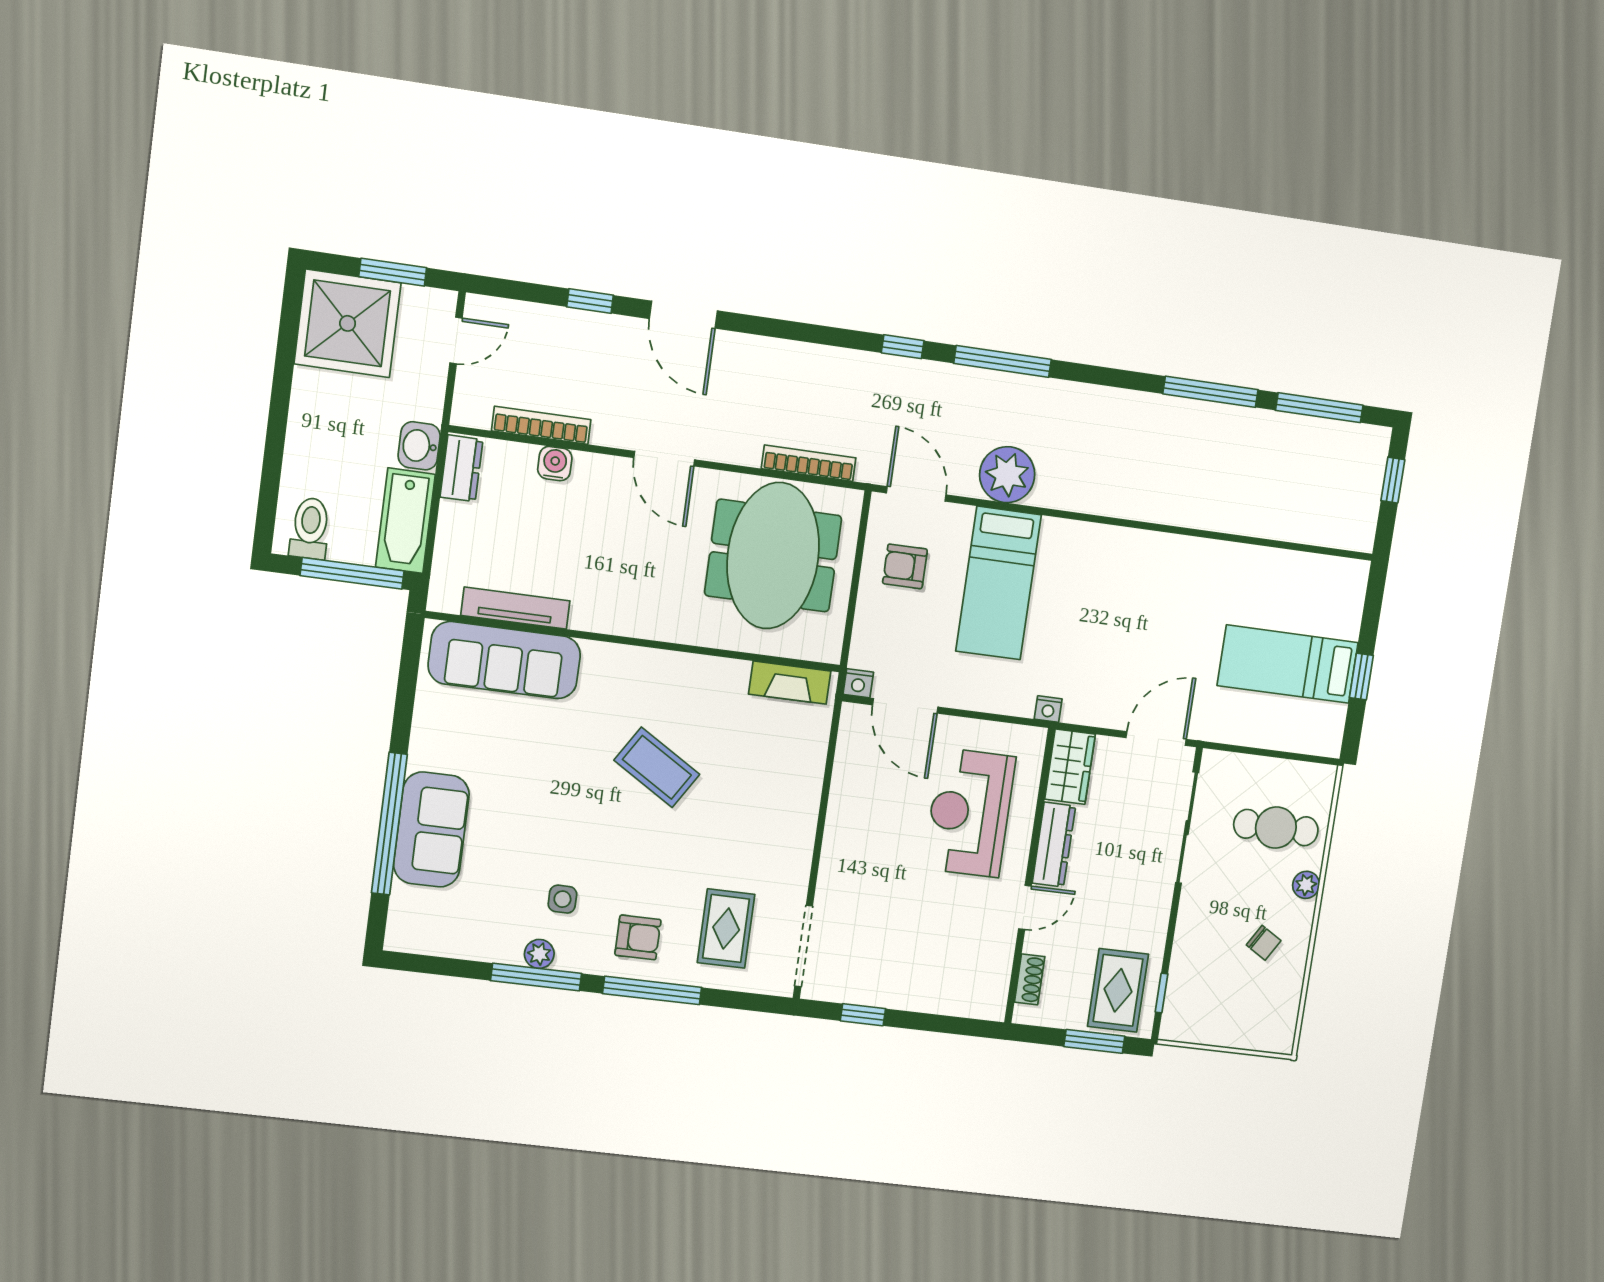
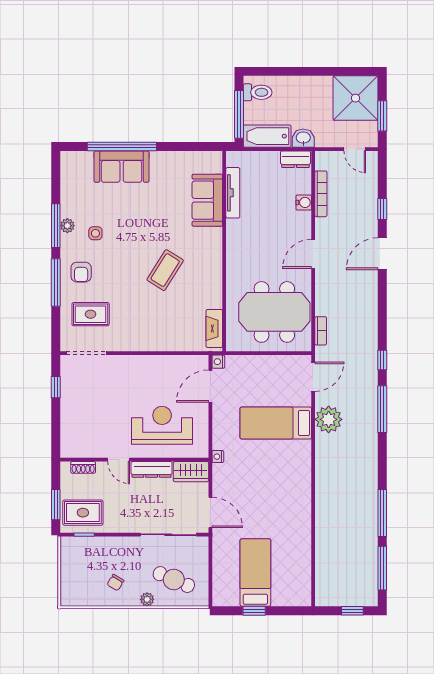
bookcase: (809, 463) -> (321, 331), width x0.64
armchair: (905, 566) -> (278, 376), removed
sofa: (504, 660) -> (207, 200), width x0.73
cafe table: (1276, 828) -> (174, 580), turned -67

